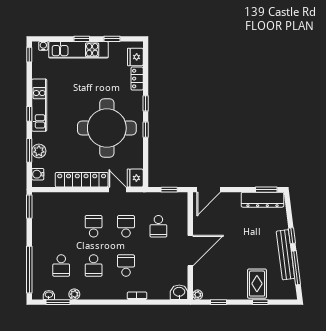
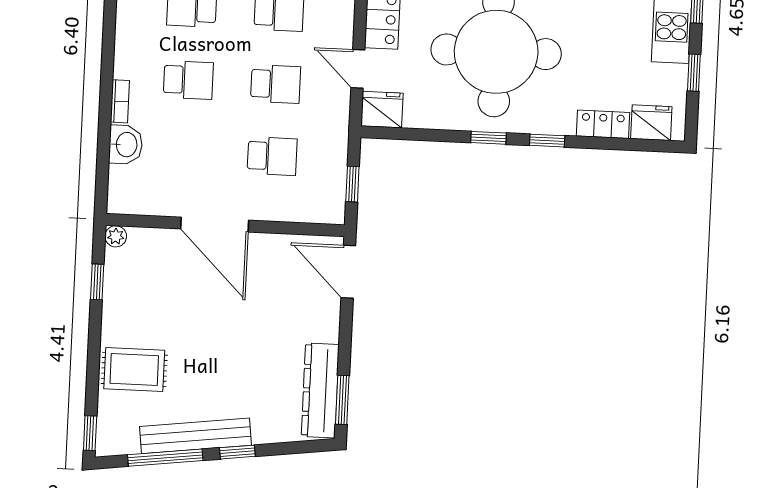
door: (117, 190) -> (358, 69), swing flipped
school desk: (158, 226) -> (272, 156), turned 180
washbasin: (179, 292) -> (126, 145), moved
window: (260, 302) -> (90, 433), moved

